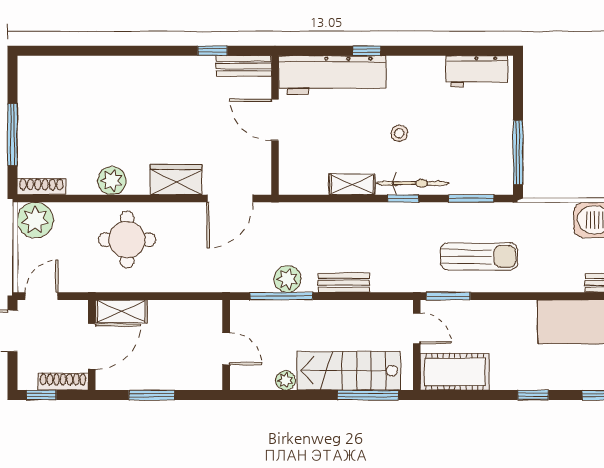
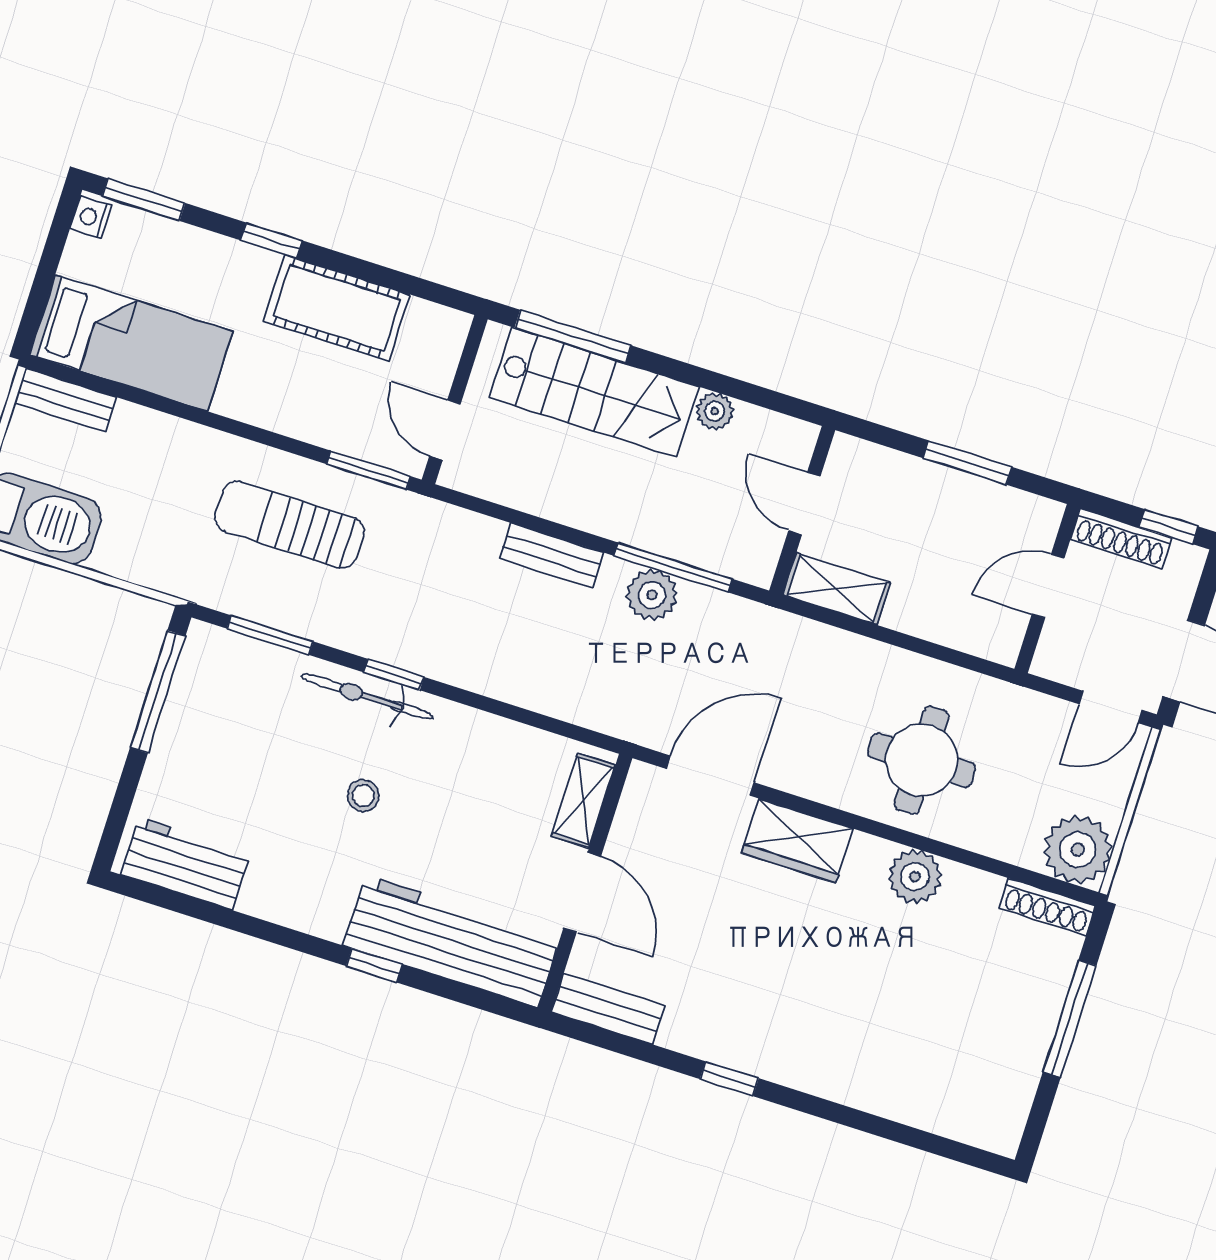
window: (212, 51) -> (729, 1079), moved
shelving: (352, 185) -> (583, 801), moved, turned 90
shelving: (121, 311) -> (836, 589), moved
door: (92, 346) -> (1048, 586), width x0.73
cot: (455, 372) -> (337, 308), moved

